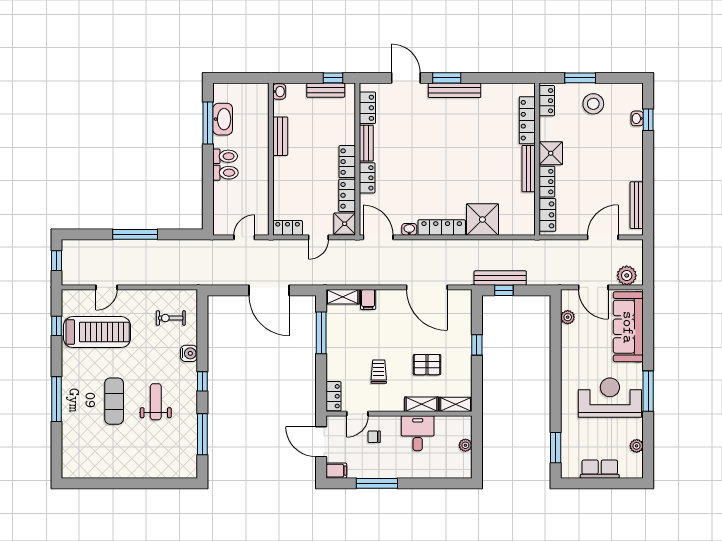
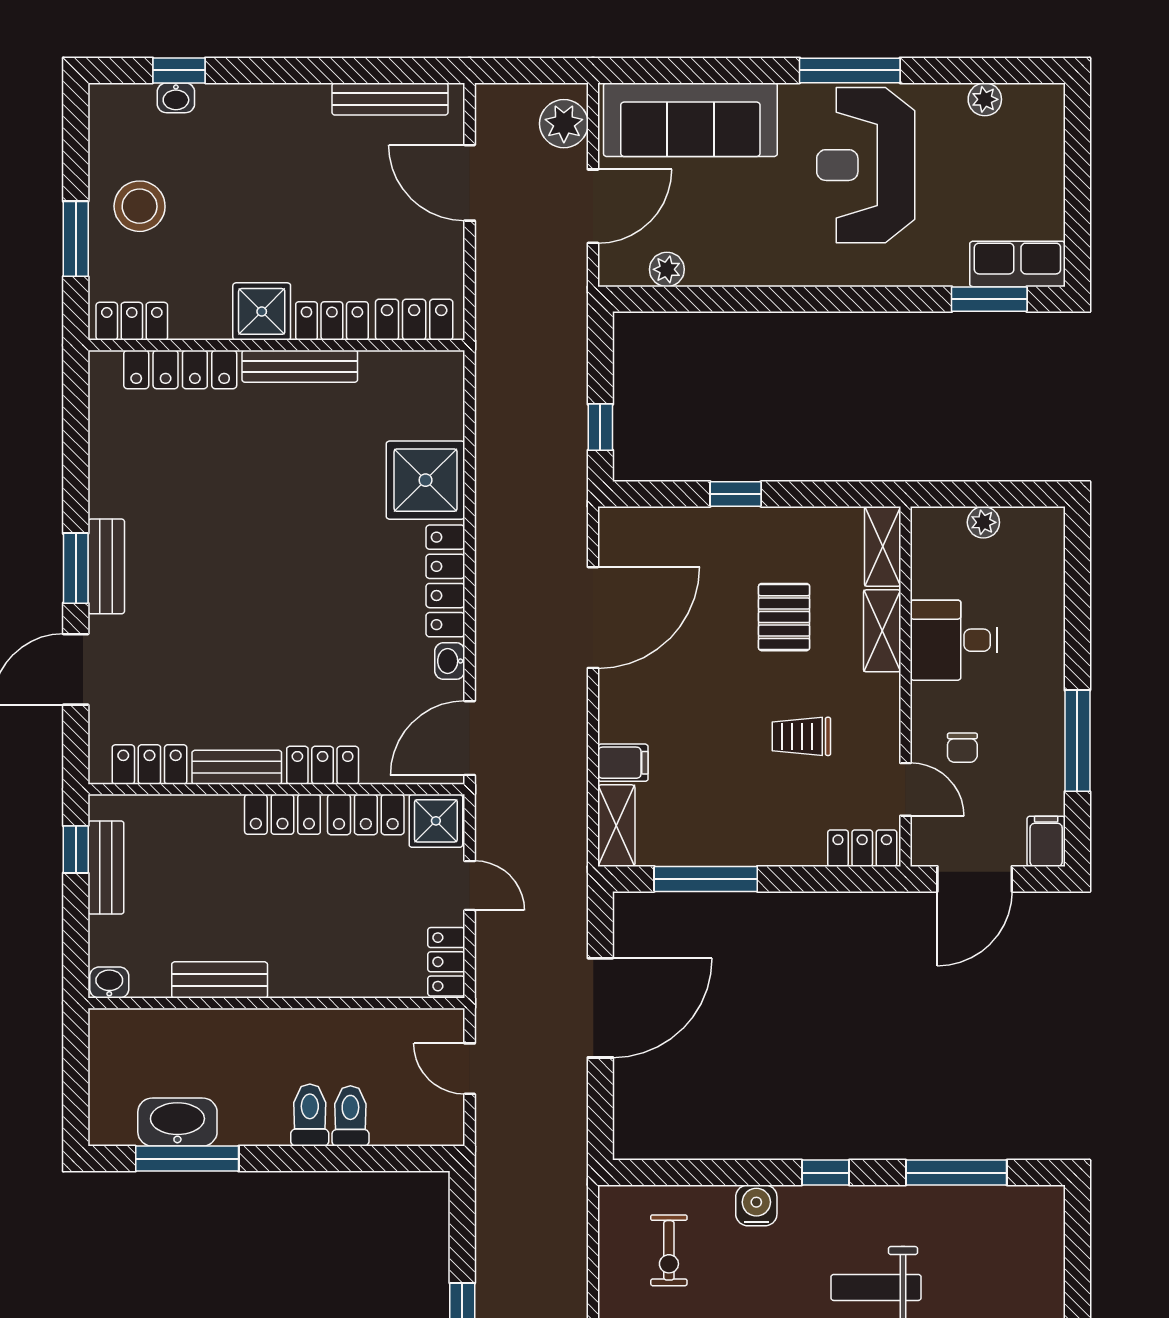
bench: (455, 90) -> (106, 566), width x0.73
toilet: (225, 156) -> (350, 1116), moved
bench: (500, 278) -> (570, 436), removed
row of seats: (600, 469) -> (1017, 264), moved, turned 90

